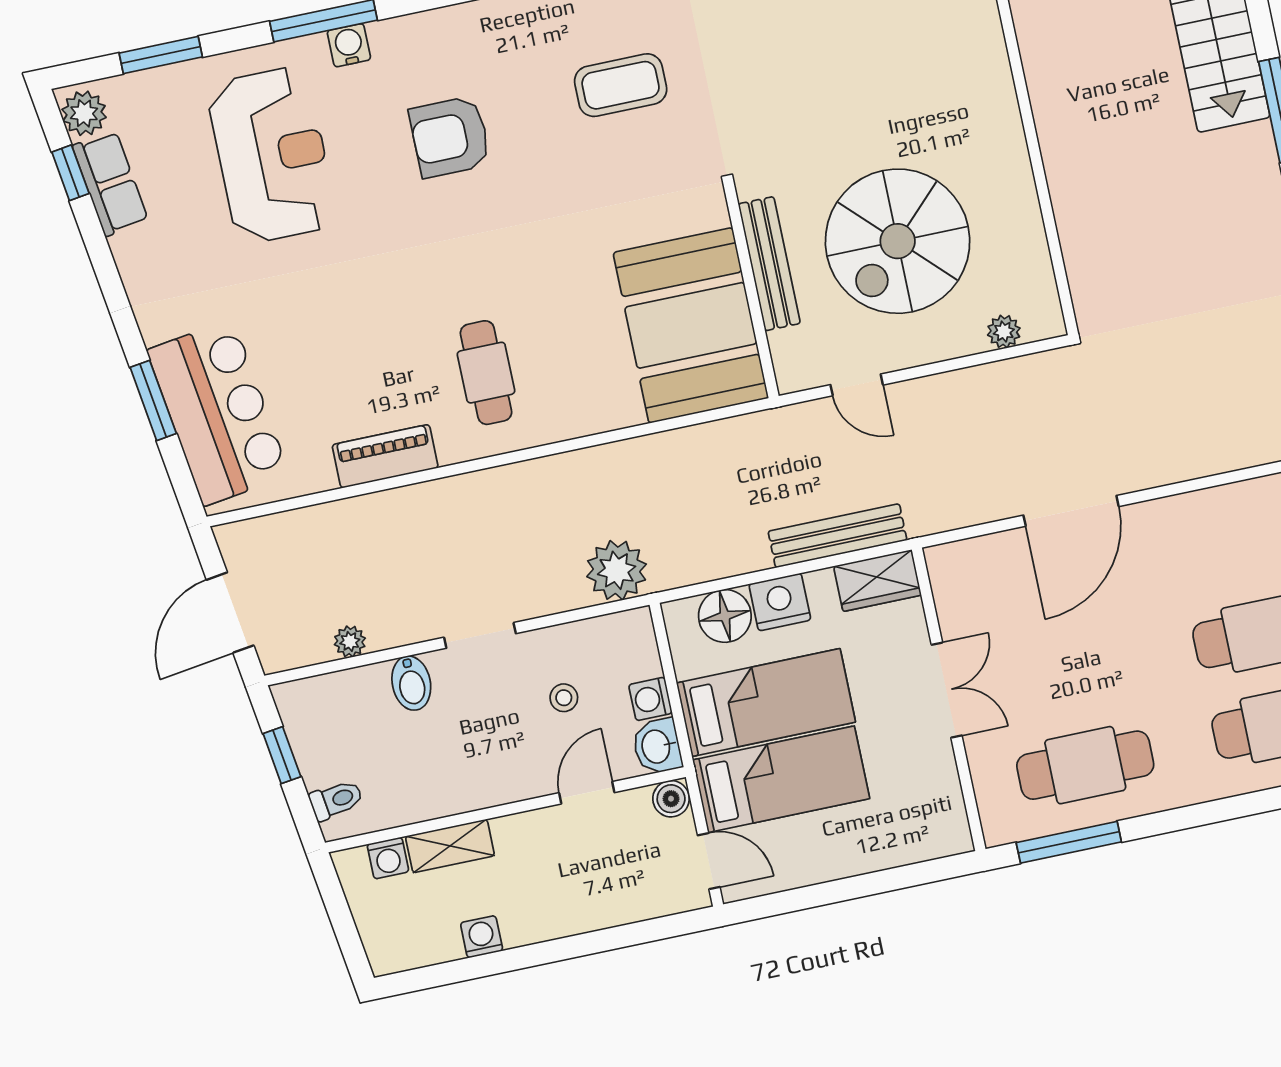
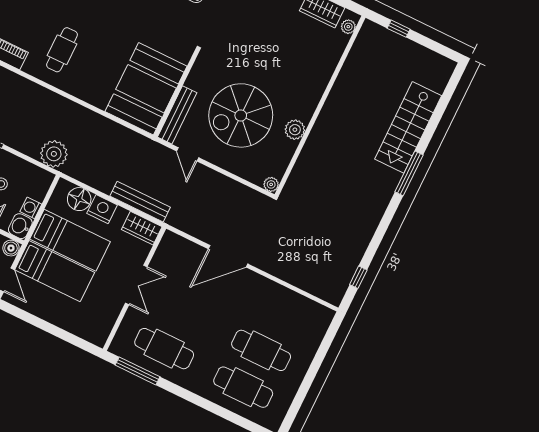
plant: (1014, 191) -> (295, 130), added
bench: (769, 264) -> (177, 115), moved
plant: (1004, 332) -> (271, 184), moved

